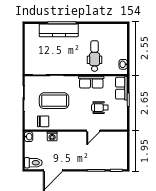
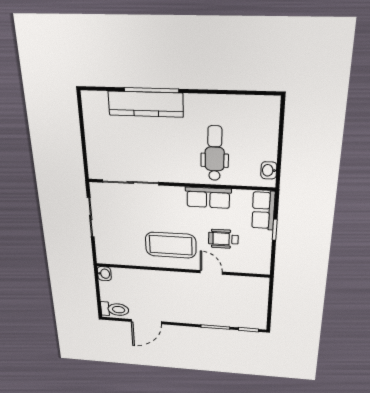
coffee table: (54, 101) -> (171, 245), moved
chair: (43, 121) -> (126, 253), removed
door: (93, 131) -> (211, 272), swing flipped
washing machine: (52, 136) -> (143, 276), removed

